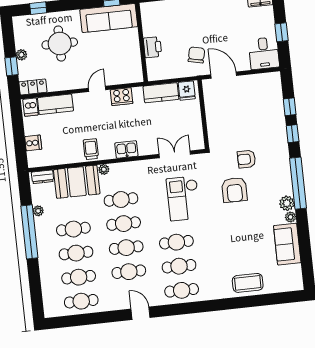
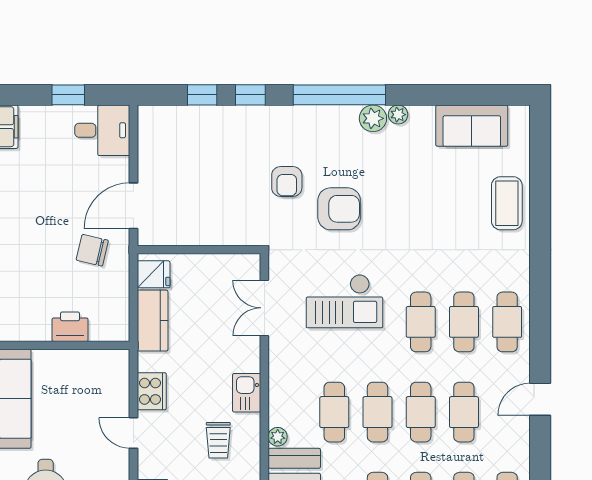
trolley: (91, 149) -> (218, 440), moved, turned -90
sofa: (287, 244) -> (472, 126), moved

